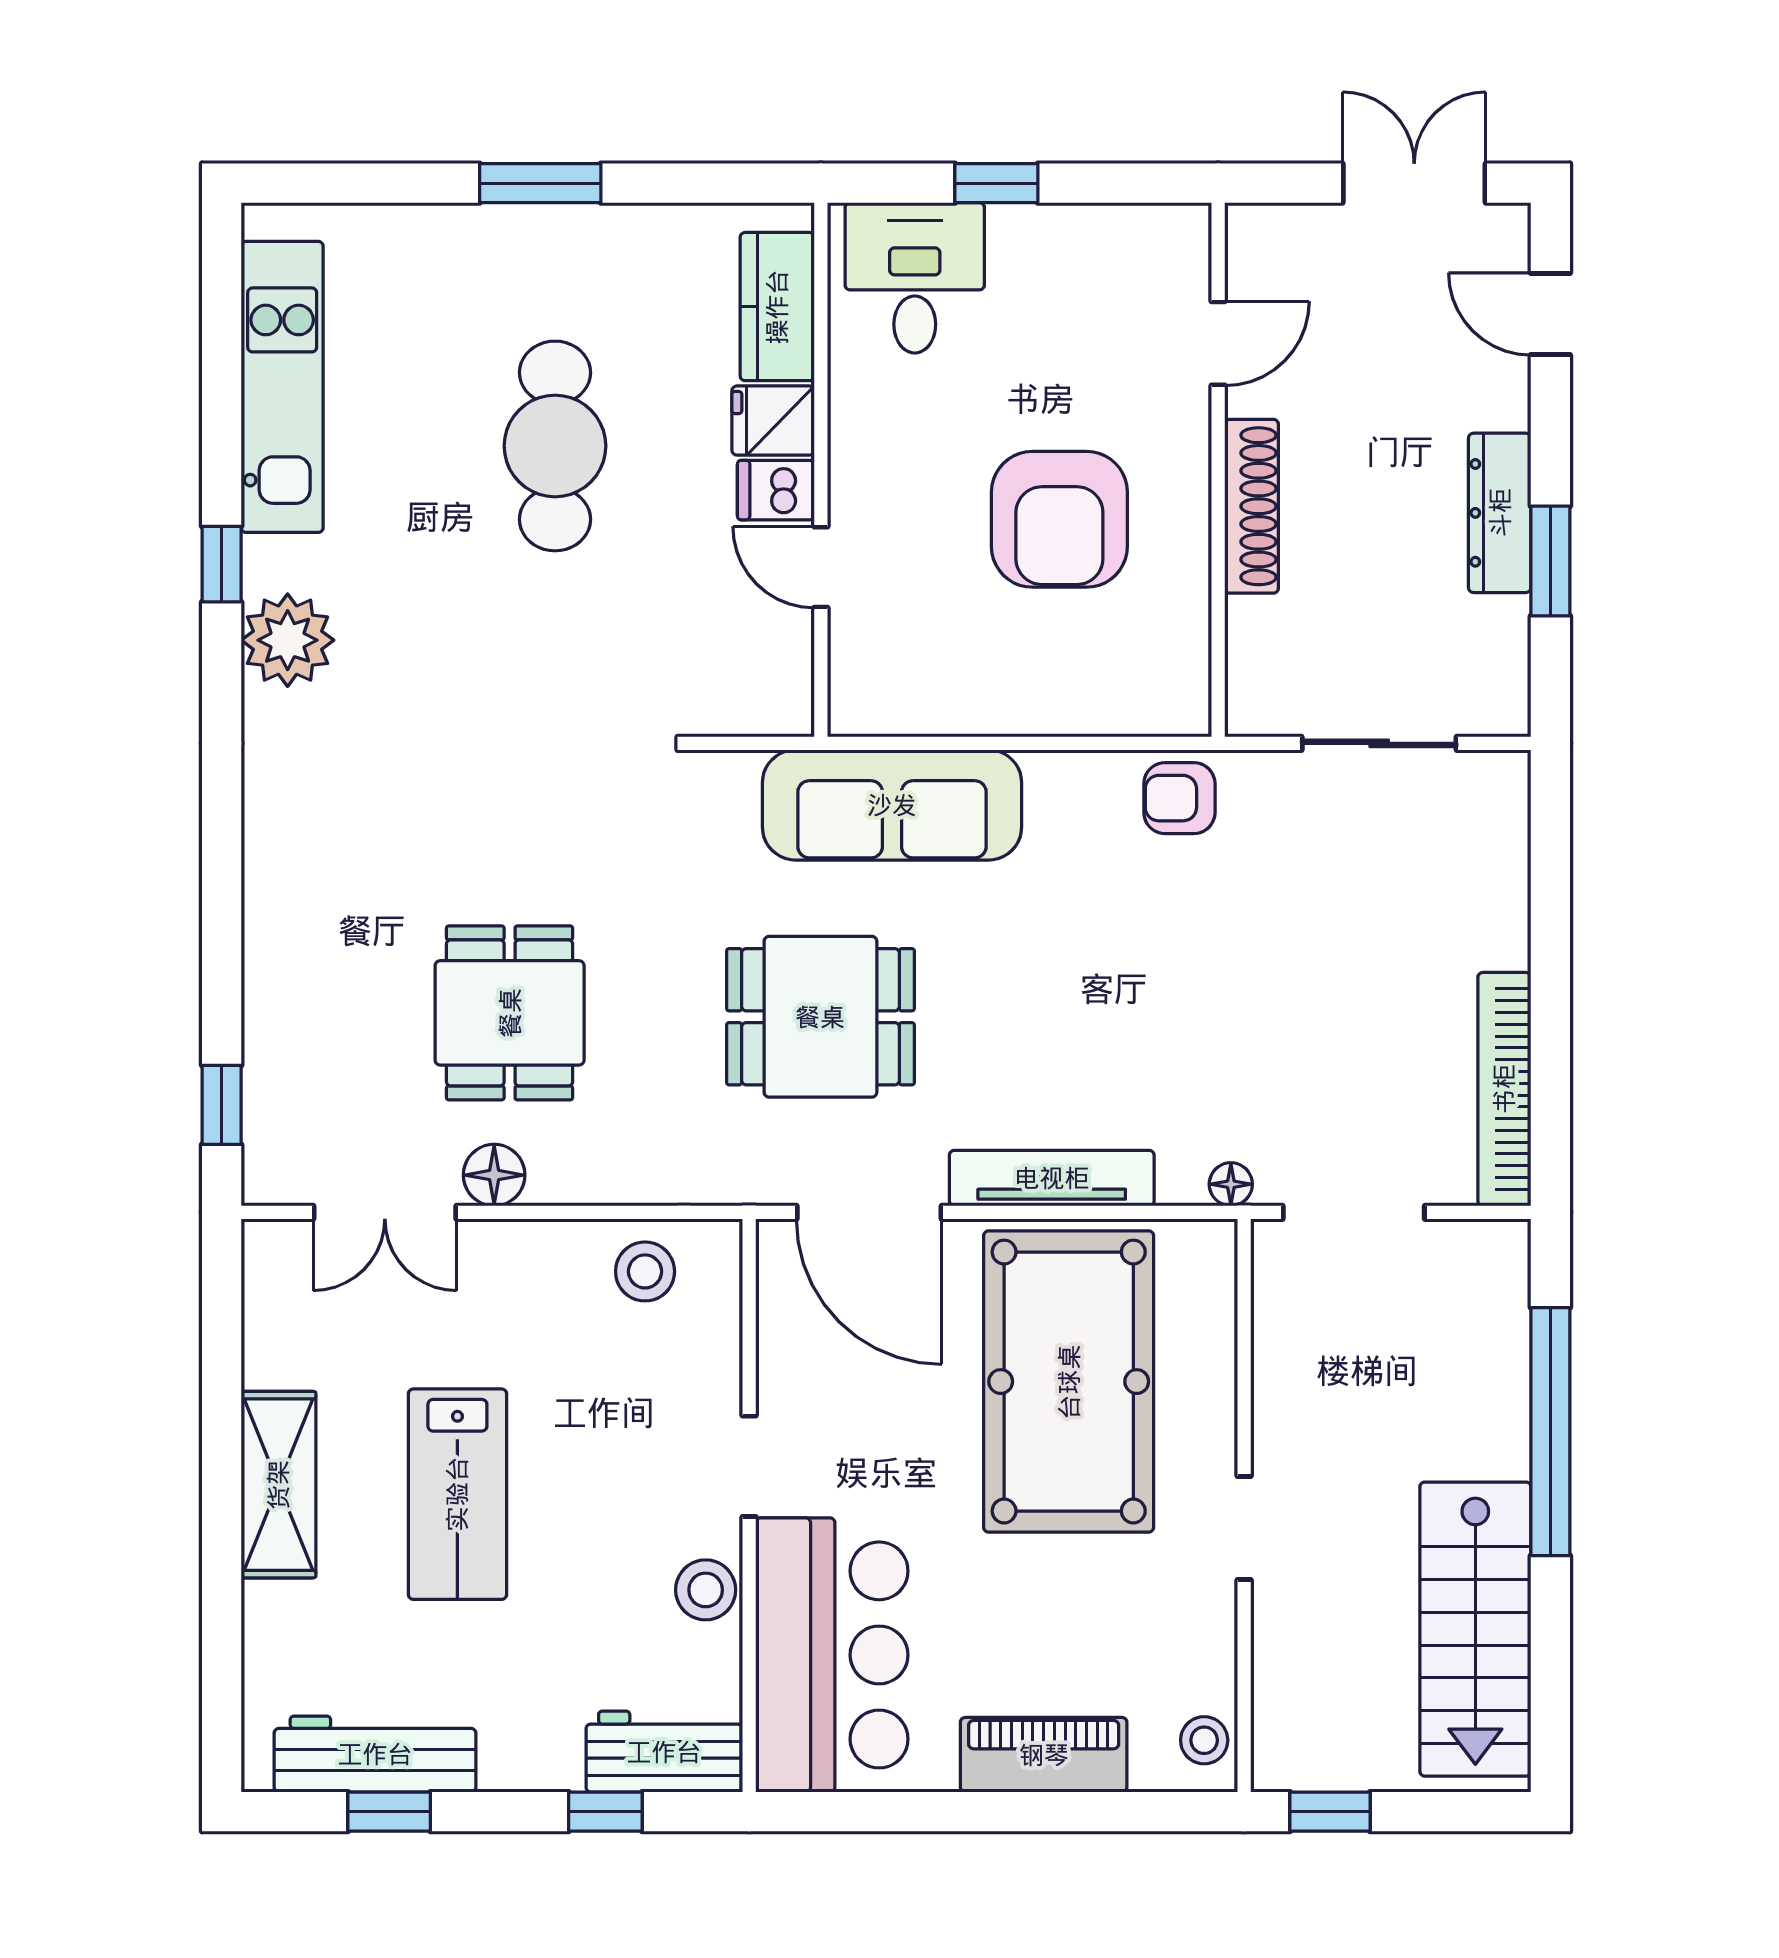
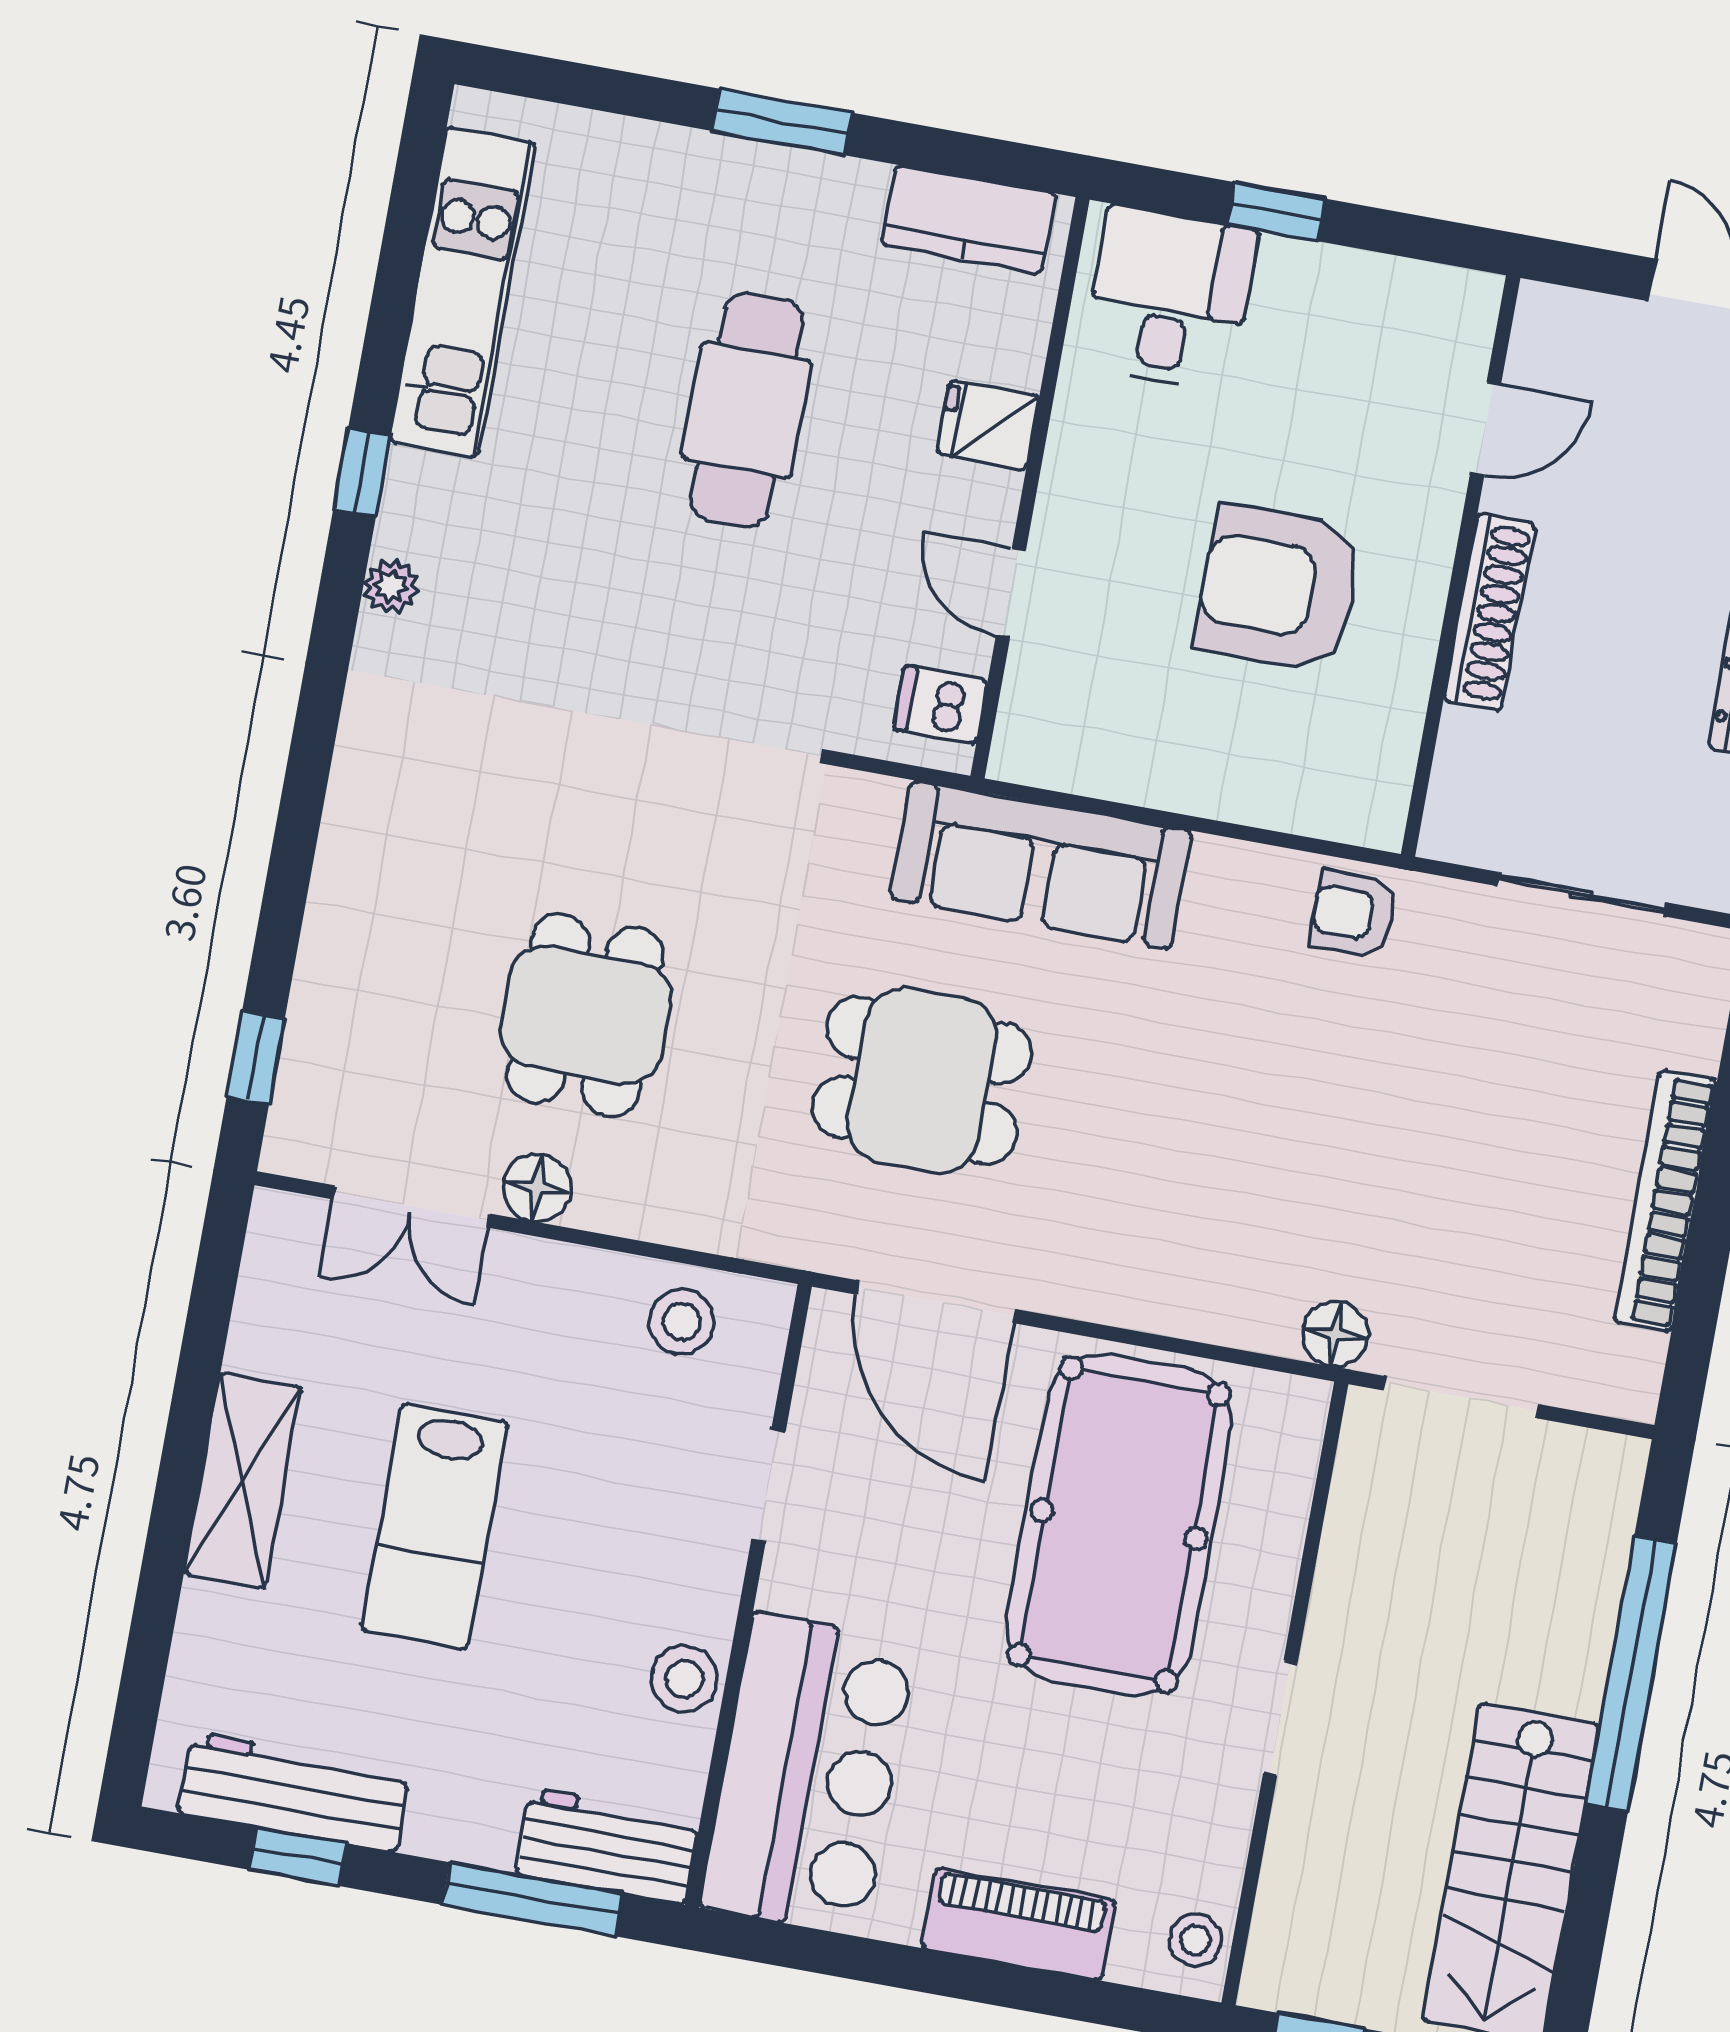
kitchen counter: (777, 307) -> (969, 219), moved, turned -90
dishwasher: (776, 490) -> (940, 704), moved
armchair: (1059, 519) -> (1279, 588), turned 90
plant: (288, 640) -> (391, 587), width x0.53, depth x0.53
bookcase: (1504, 1089) -> (1666, 1201), moved
tv unit: (1052, 1178) -> (1141, 1301), removed
floor lamp: (1231, 1184) -> (1335, 1334), width x1.37, depth x1.37
doorway: (749, 1466) -> (768, 1486), moved
window: (605, 1812) -> (532, 1899), width x2.17

